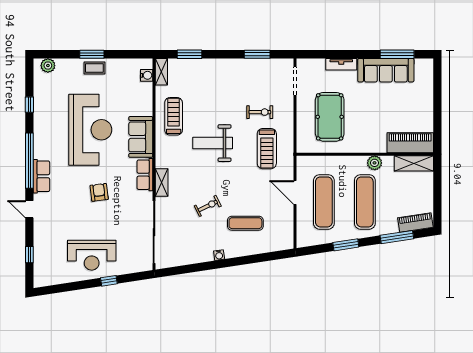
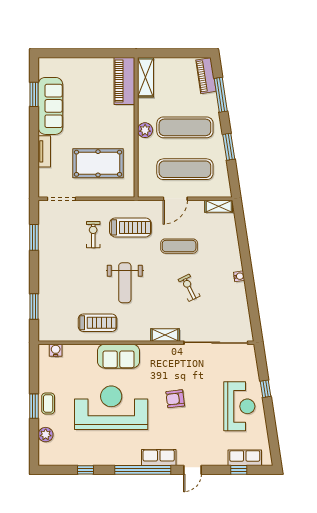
window: (397, 54) -> (34, 94), width x0.69
plant: (48, 66) -> (46, 435), moved
shelving: (161, 72) -> (219, 206), moved
treadmill: (174, 116) -> (97, 323), turned 180
plant: (375, 163) -> (145, 130), moved
row of seats: (145, 175) -> (245, 458), moved, turned 180
exercise mat: (245, 223) -> (179, 246), moved, turned 90

